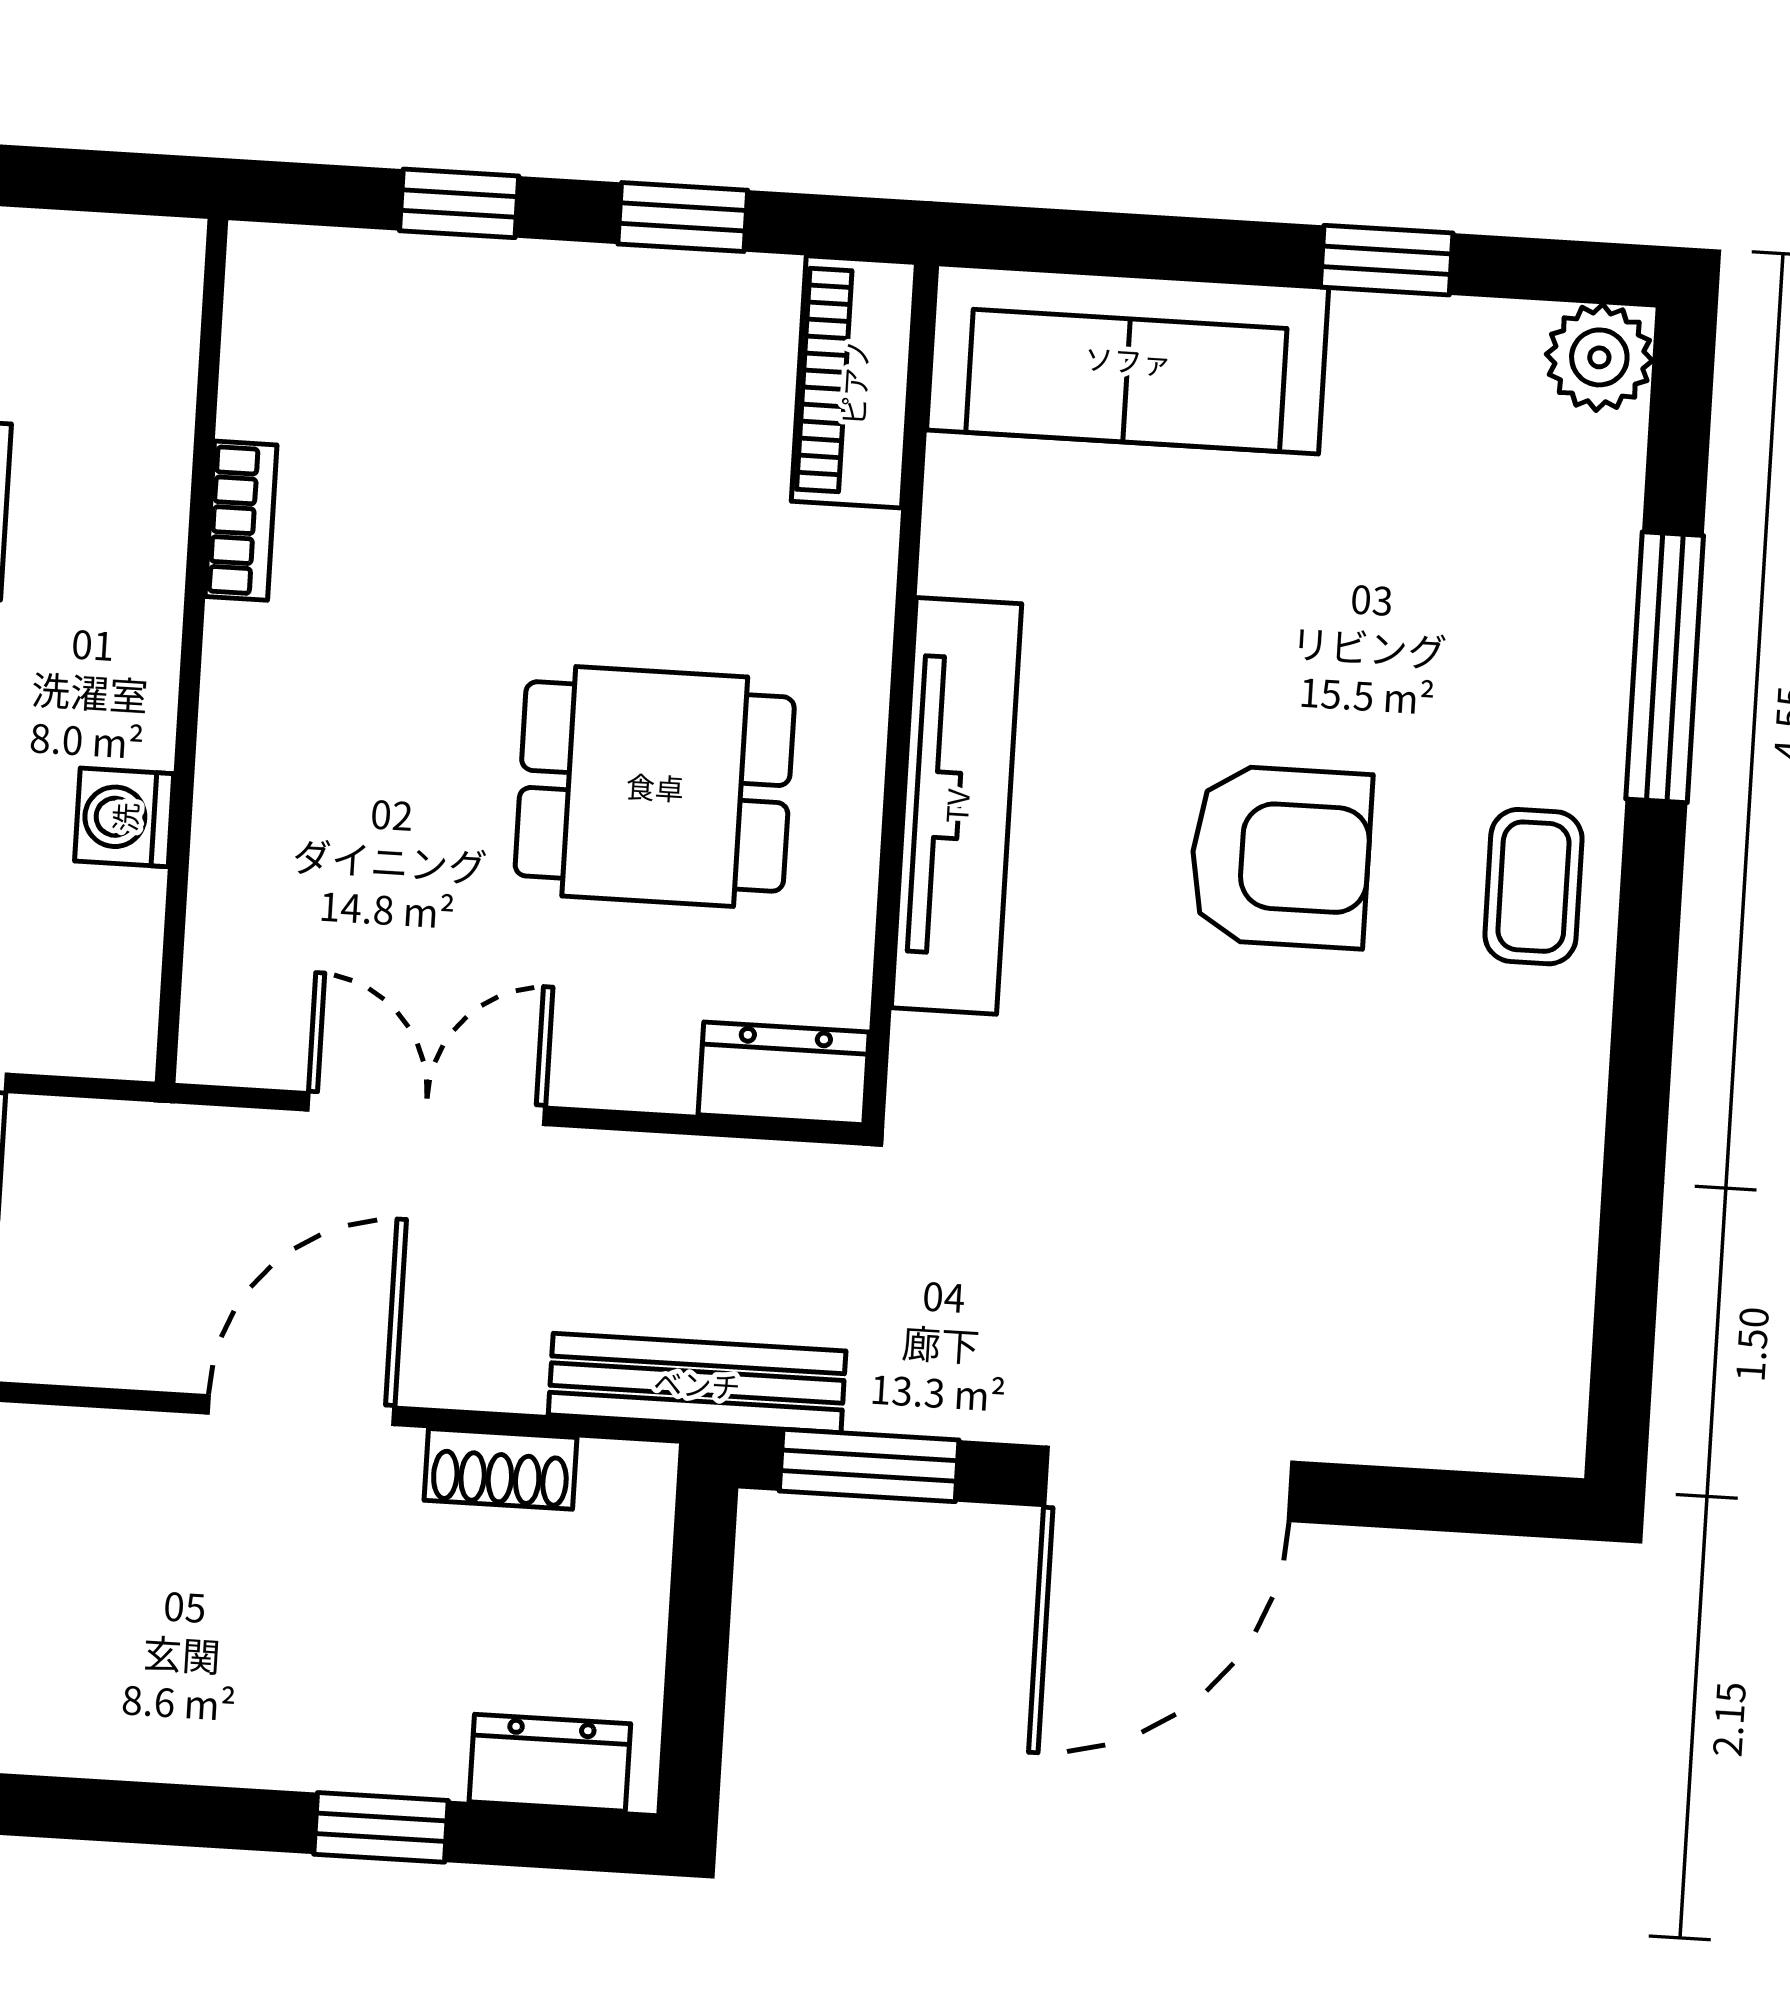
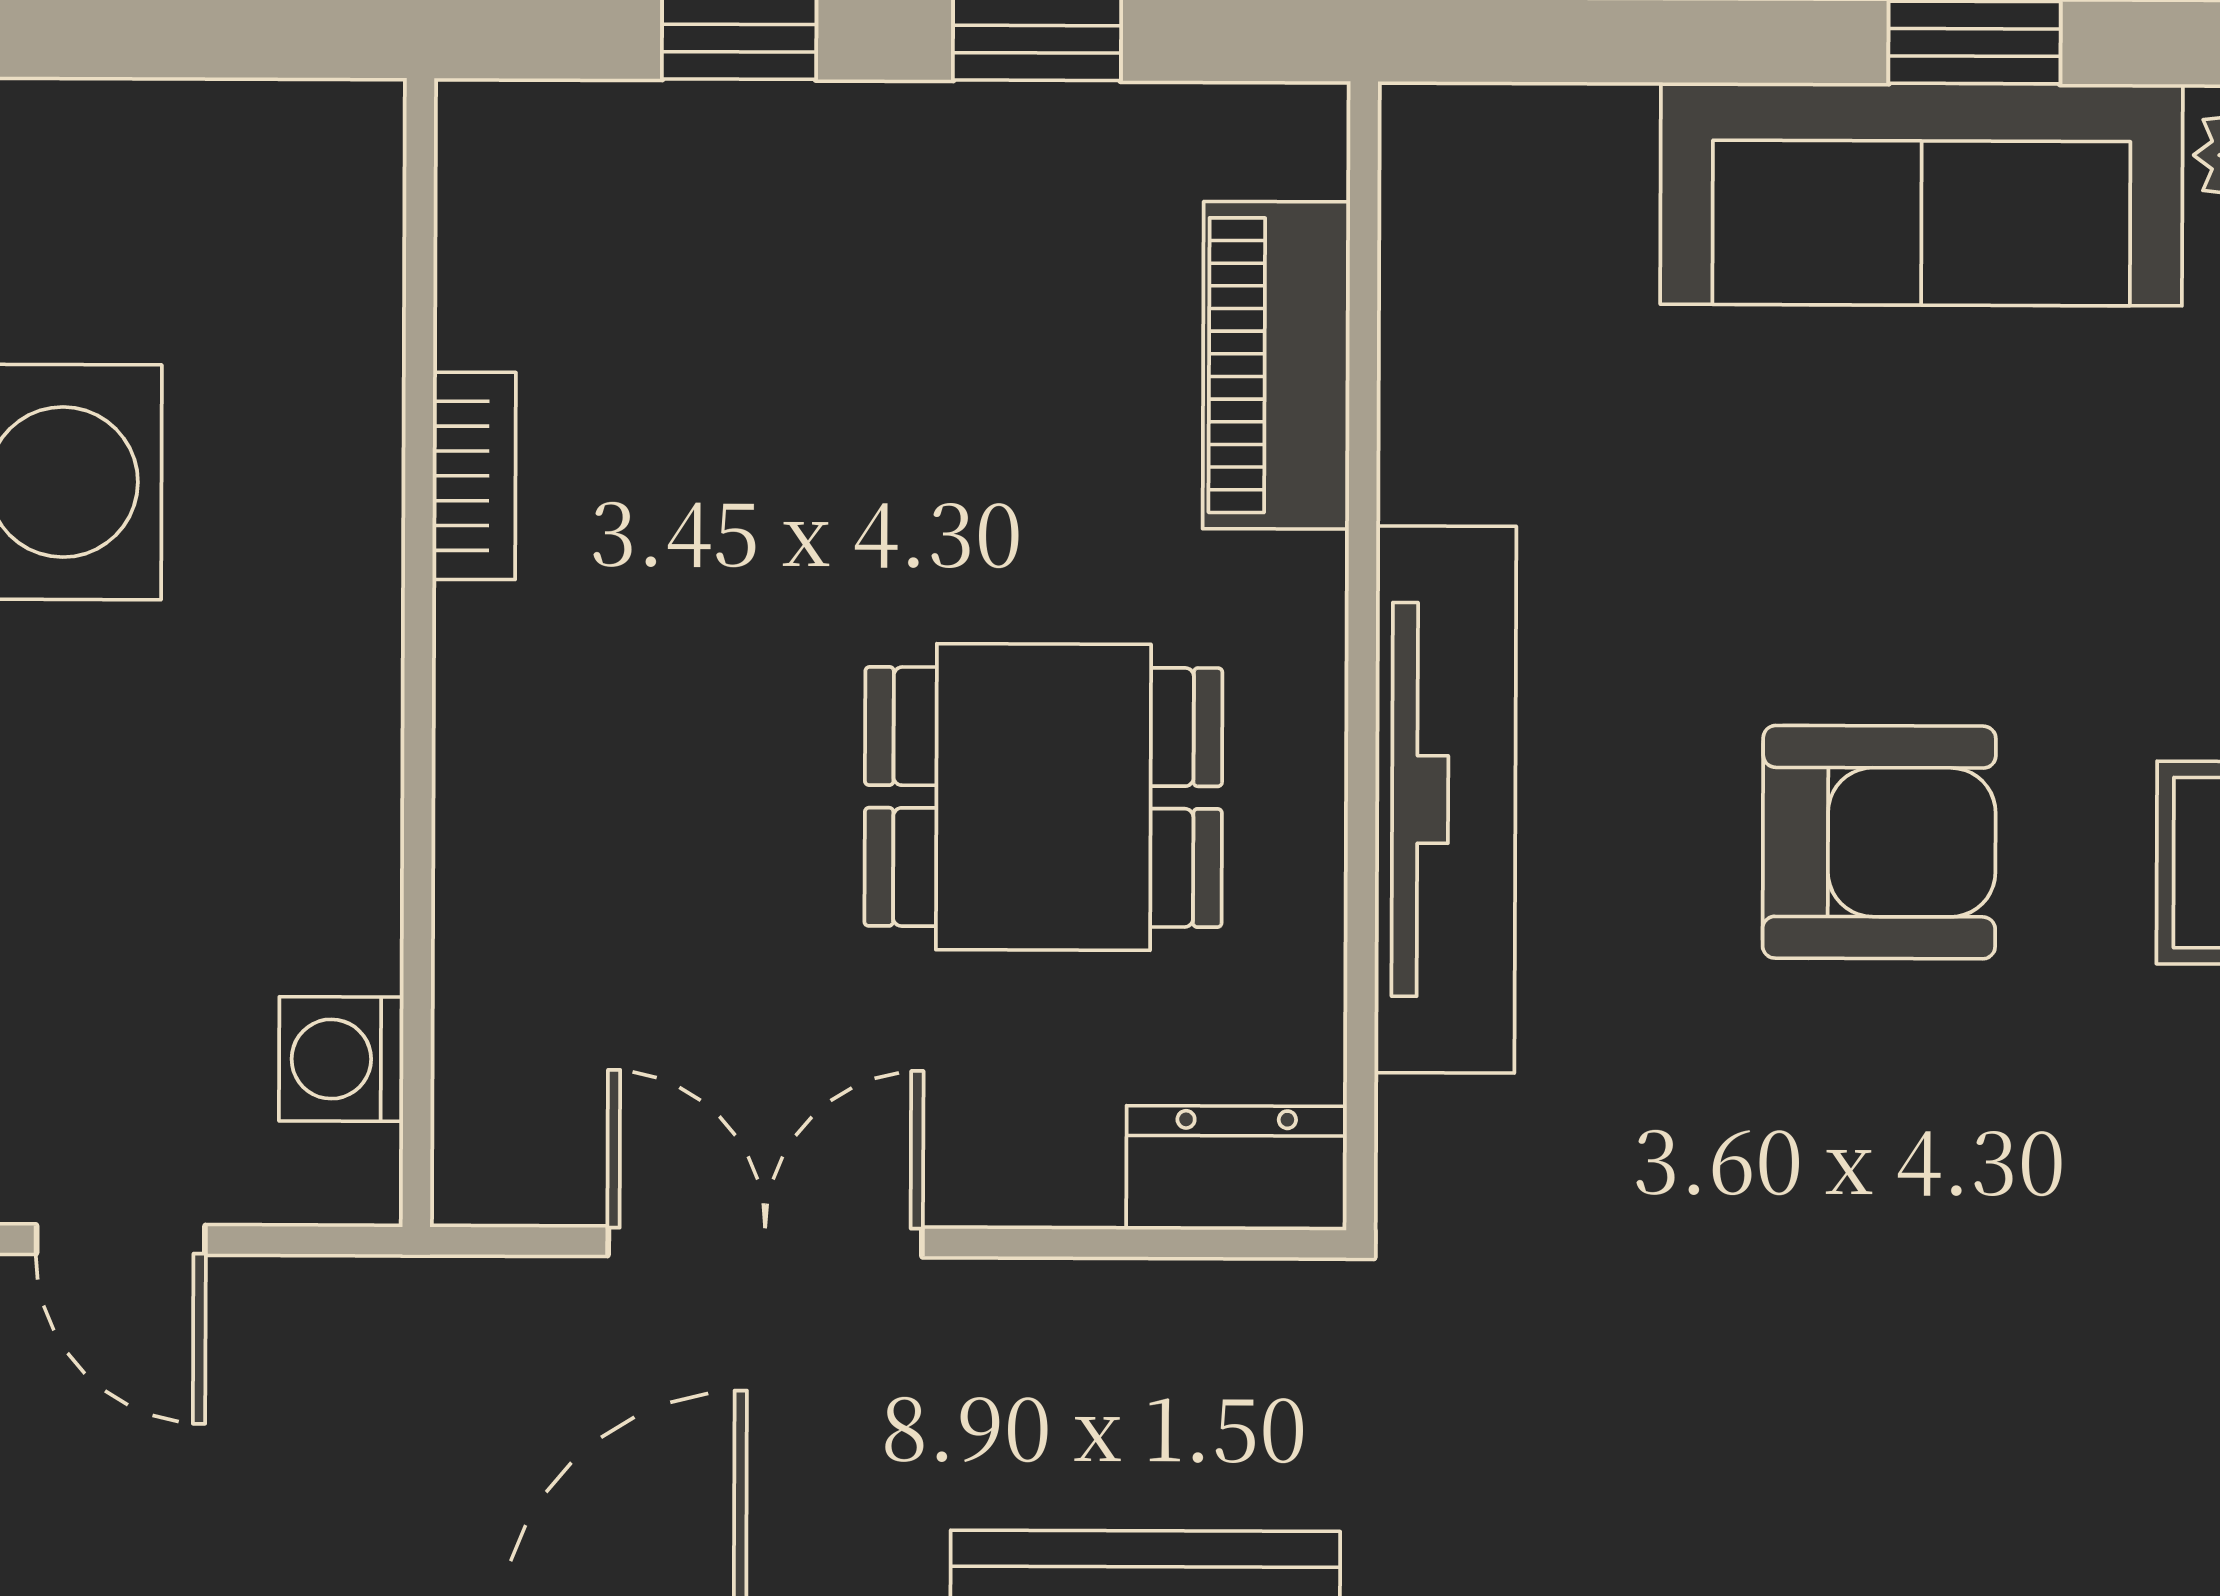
sofa: (1128, 359) -> (1921, 194), moved
piano: (854, 382) -> (1276, 365), moved
washing machine: (124, 817) -> (341, 1059), moved

